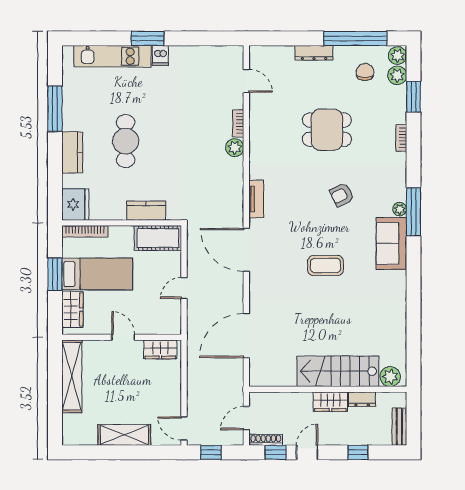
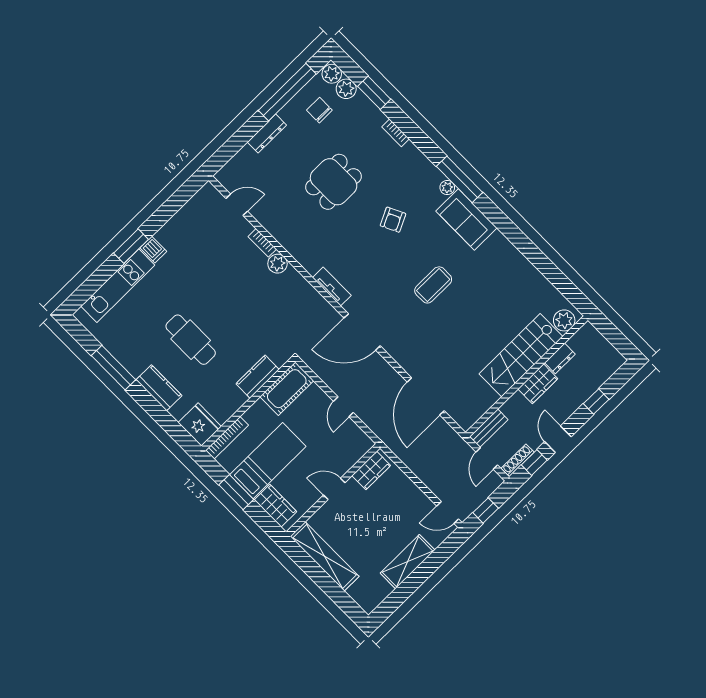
bench: (399, 427) -> (489, 428), moved, turned 90

